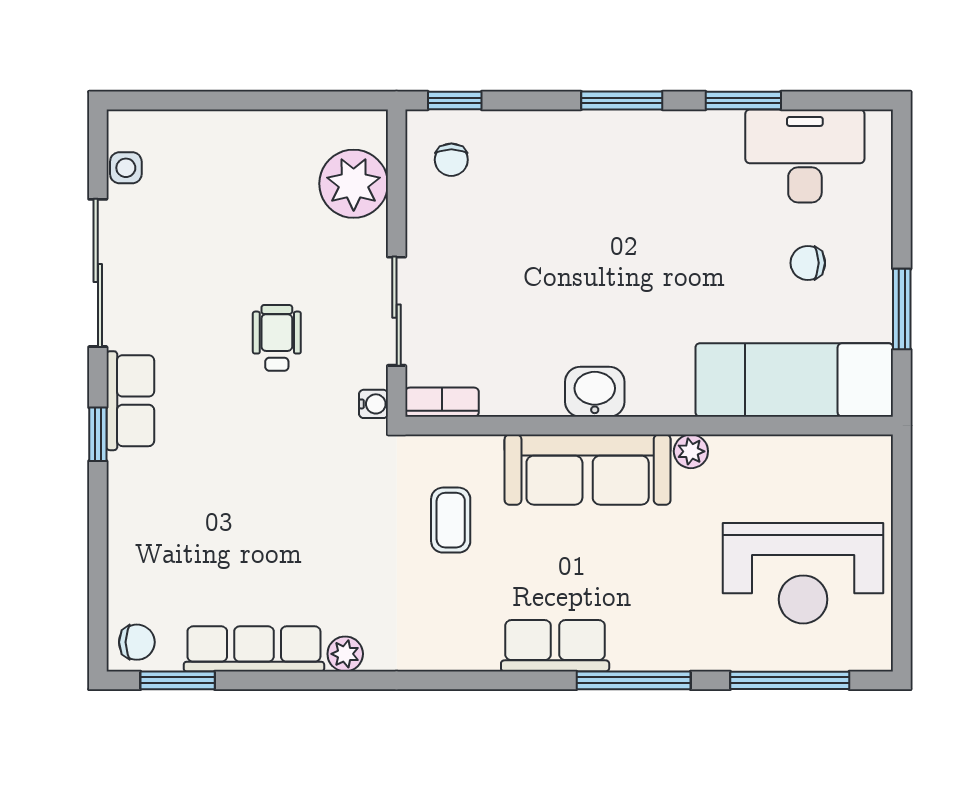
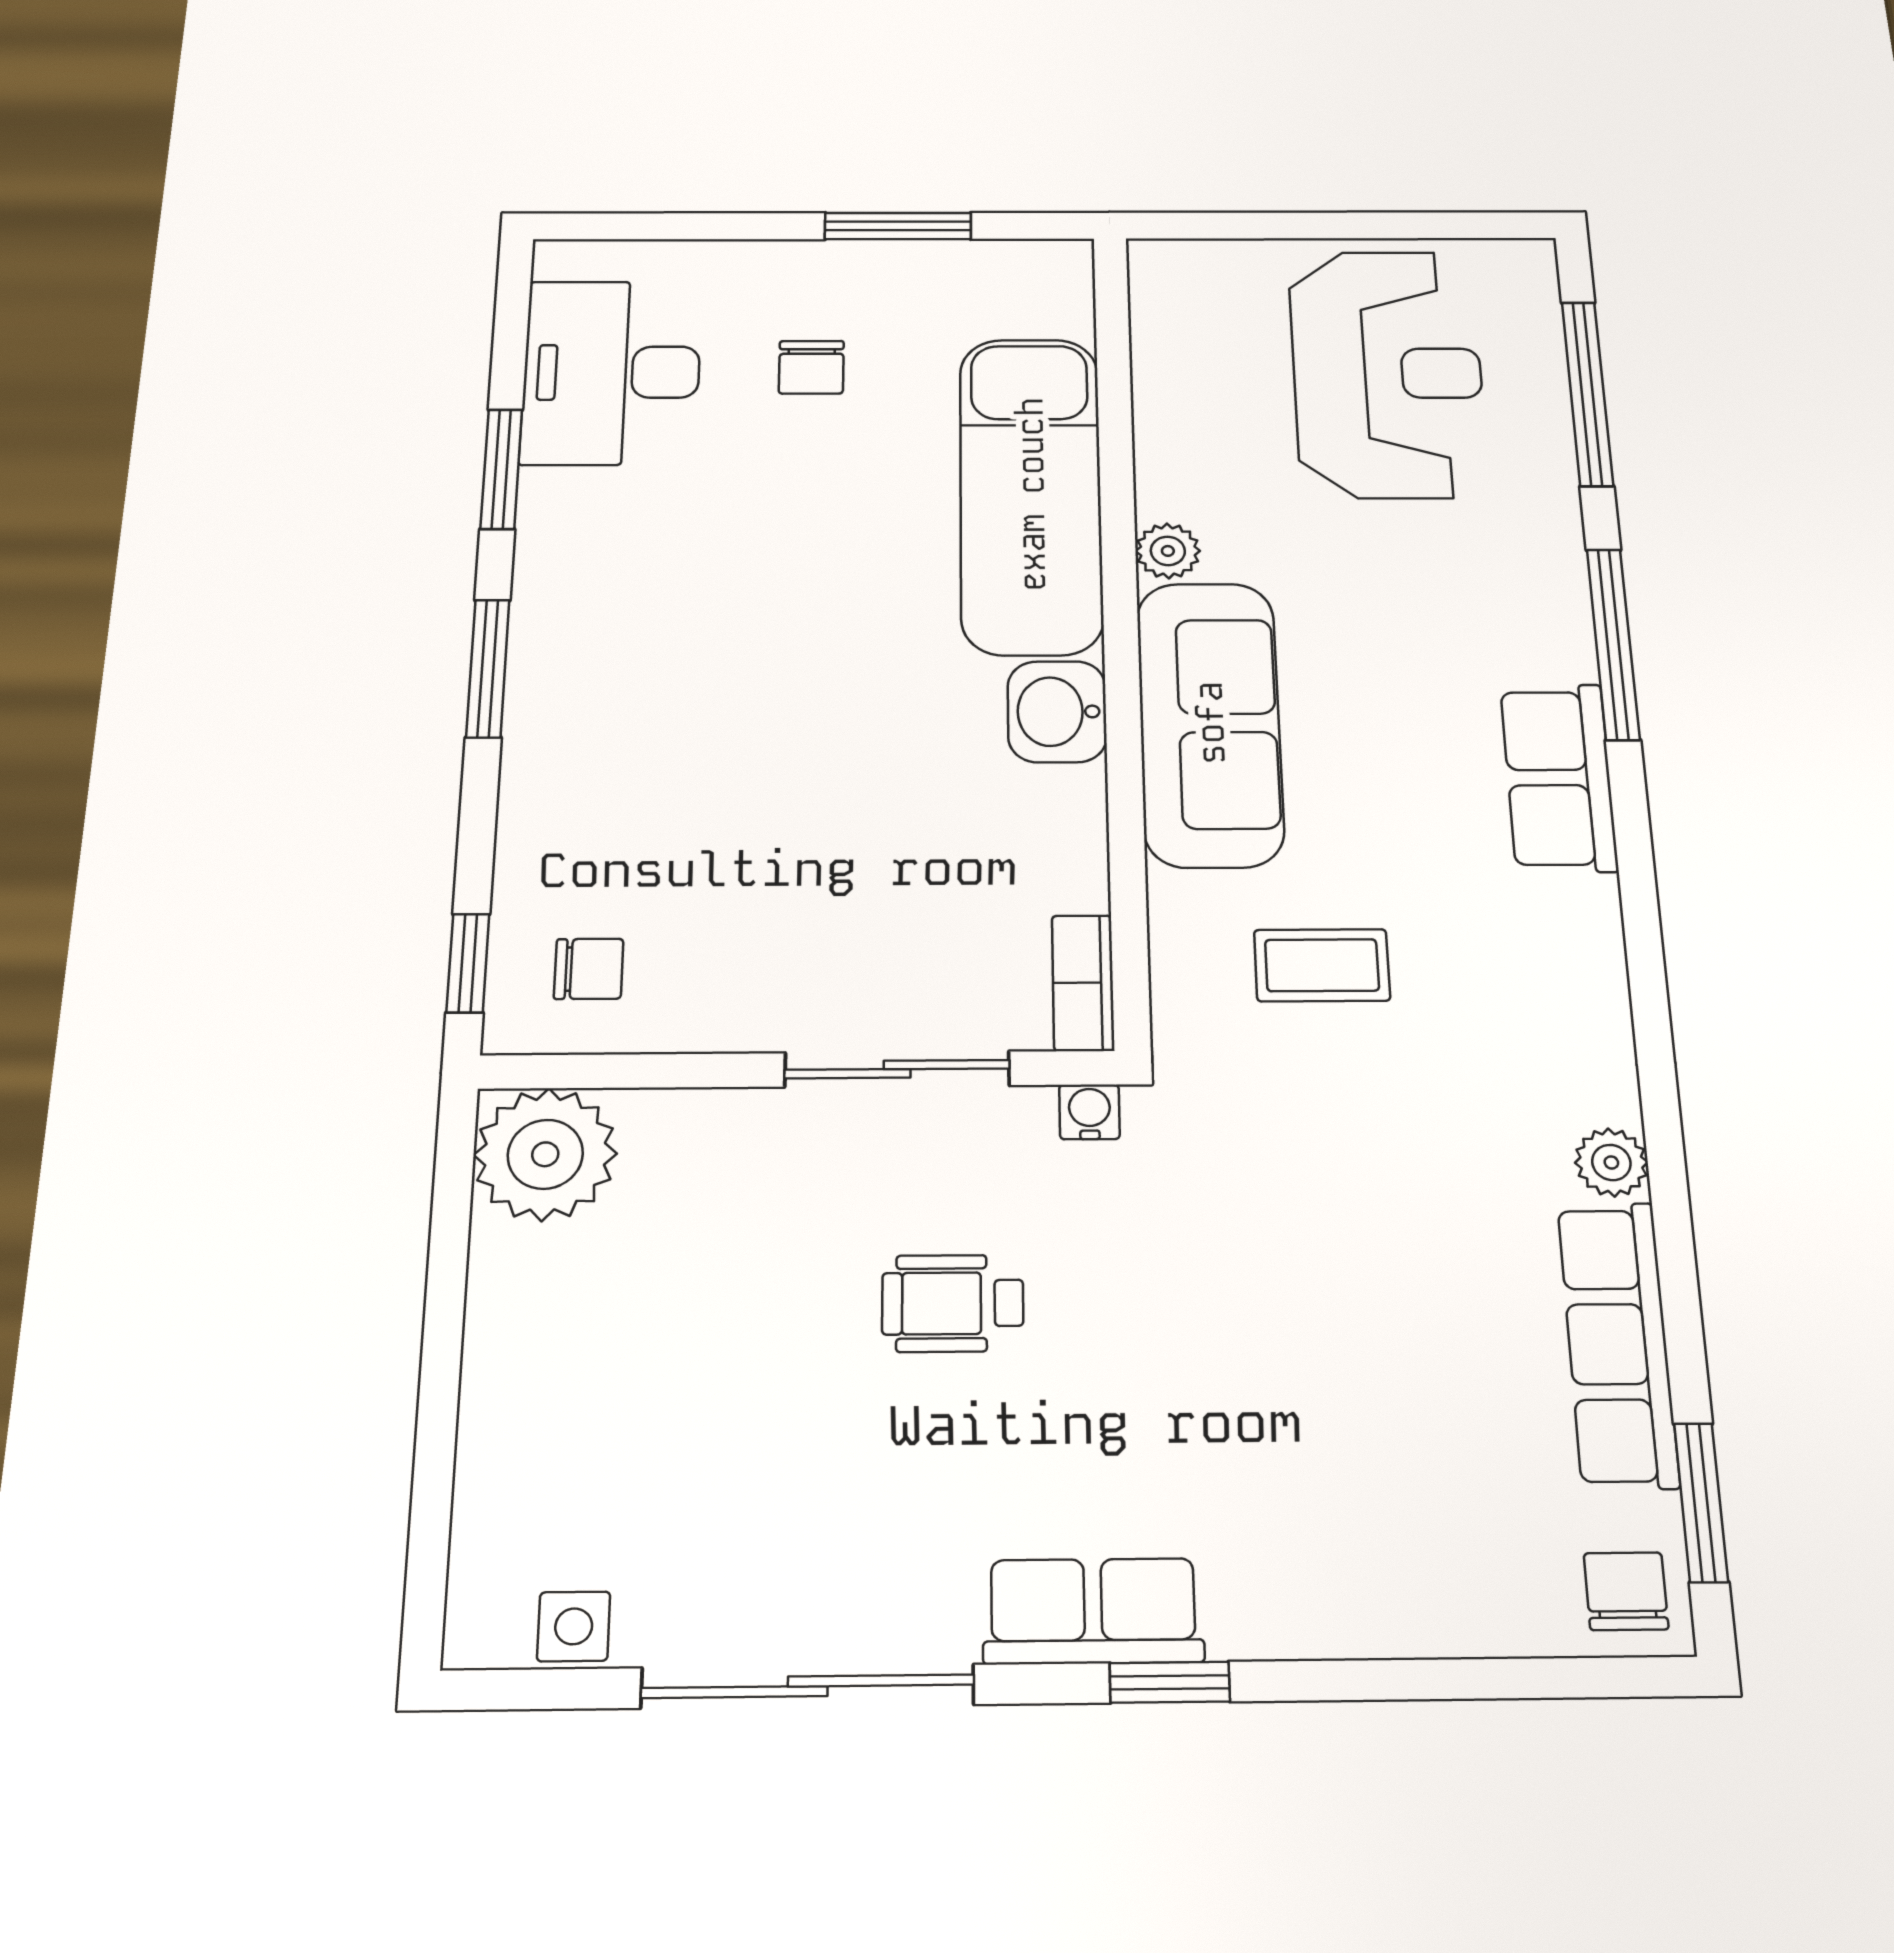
plant: (354, 184) -> (545, 1154), moved
exam couch: (794, 380) -> (1031, 494), moved

